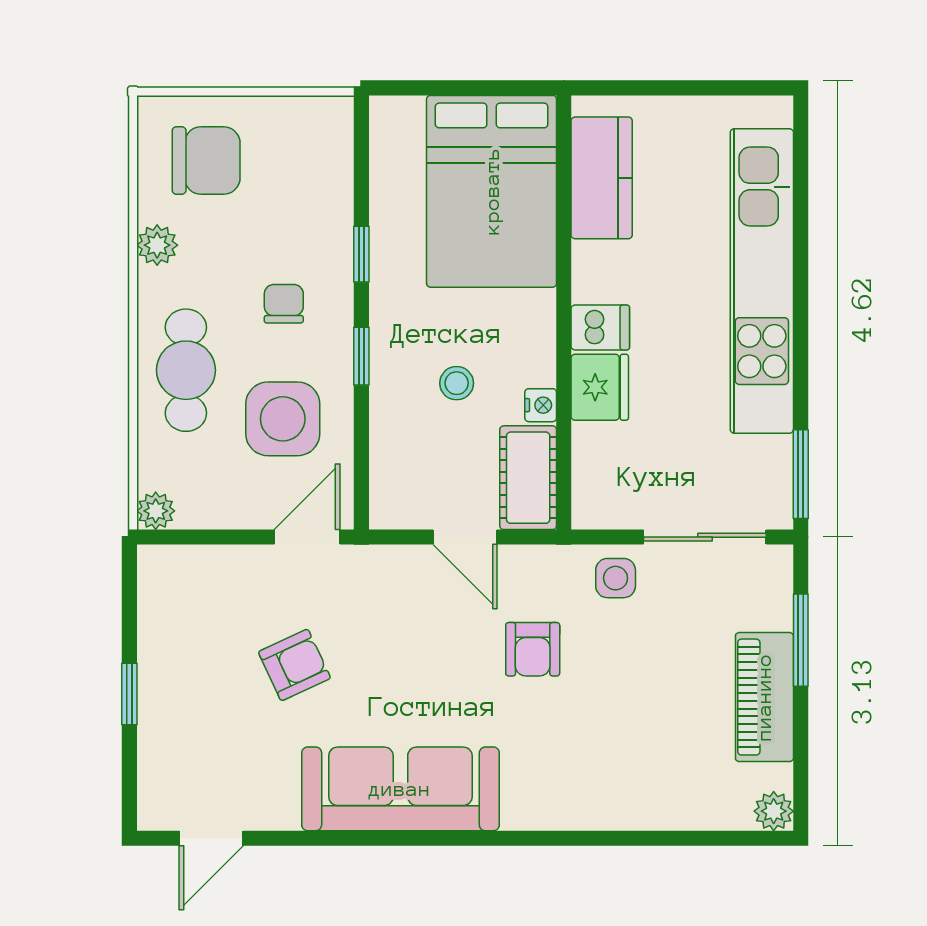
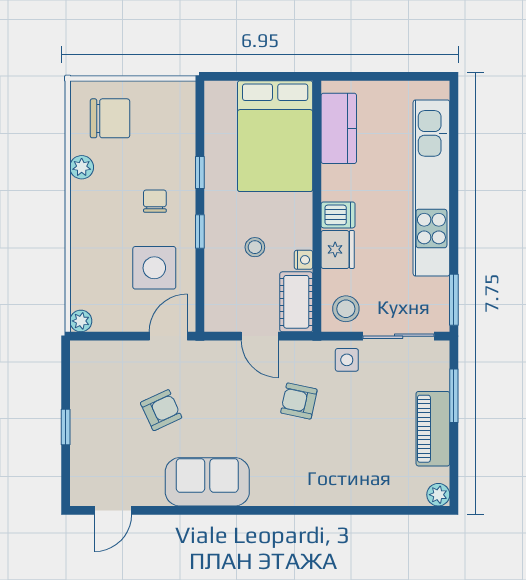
cafe table: (186, 370) -> (98, 240), removed
stool: (614, 490) -> (346, 309), added
armchair: (533, 649) -> (299, 401), turned 102
sofa: (400, 789) -> (207, 482), width x0.73

